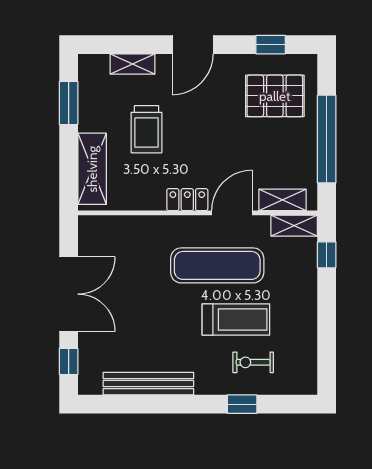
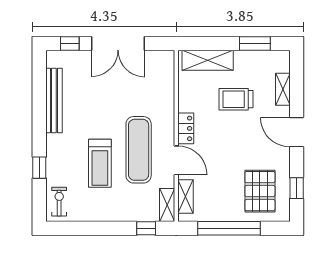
exercise bike: (253, 362) -> (59, 202), moved

